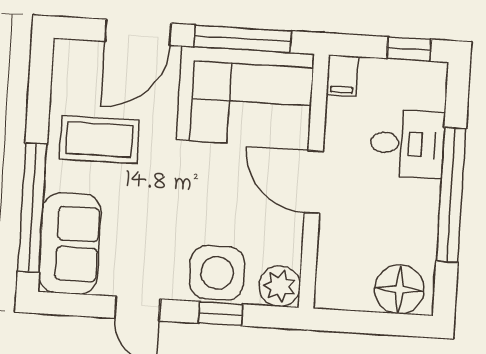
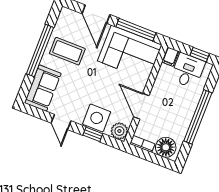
door: (138, 32) -> (96, 14), hinge flipped
desk: (407, 144) -> (188, 71), moved, turned -90
door: (314, 182) -> (141, 106), moved
window: (32, 208) -> (40, 51), moved
bookcase: (342, 299) -> (142, 144), added

